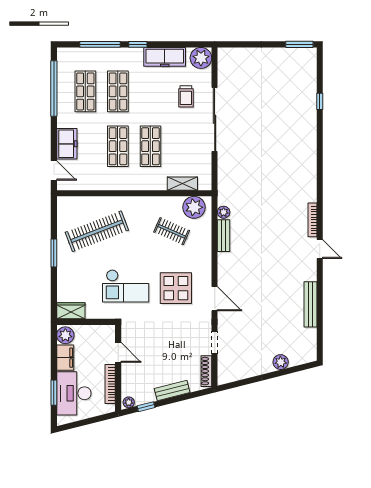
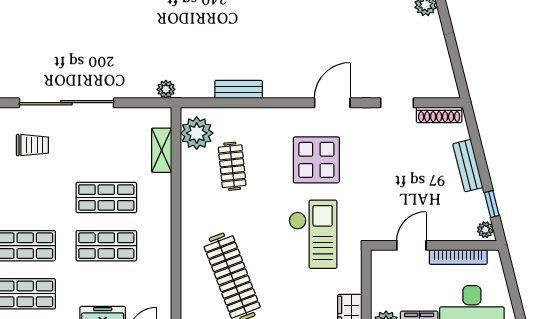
plant: (224, 212) -> (166, 89), moved
clothes rail: (172, 231) -> (232, 166), turned -30

